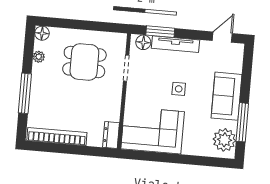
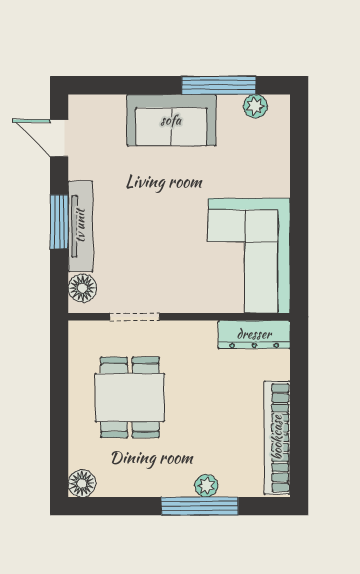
window: (160, 32) -> (59, 222), moved
plant: (39, 57) -> (206, 486), moved
side table: (179, 89) -> (165, 213), removed
dresser: (111, 135) -> (254, 334), width x1.44
plant: (224, 140) -> (255, 106), width x0.53, depth x0.53

